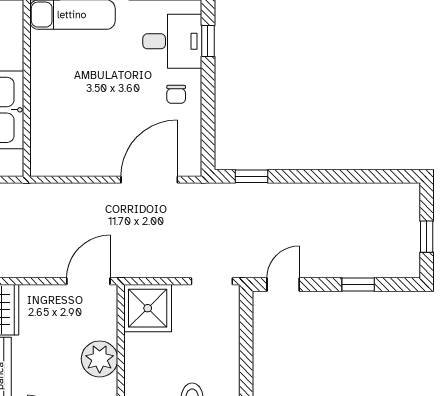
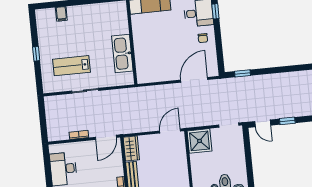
door: (283, 285) -> (263, 123), swing flipped
window: (358, 285) -> (287, 121), moved
plant: (100, 359) -> (179, 167), removed

